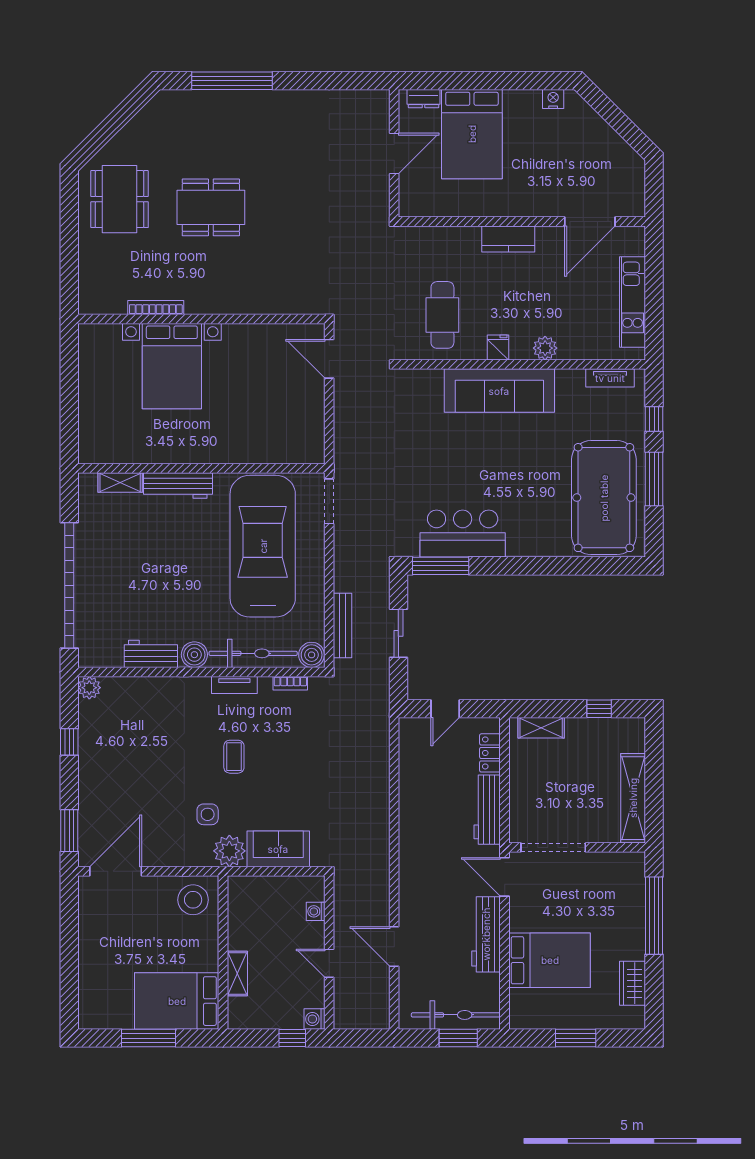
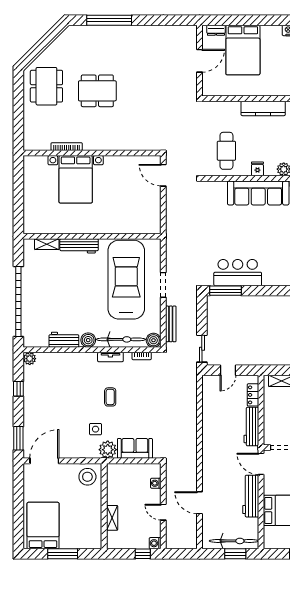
kitchen counter: (508, 239) -> (263, 108), width x1.50
doorway: (329, 501) -> (163, 285), moved
sliding door: (398, 633) -> (202, 349), moved
bed: (177, 1001) -> (43, 526), moved, turned 90

